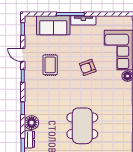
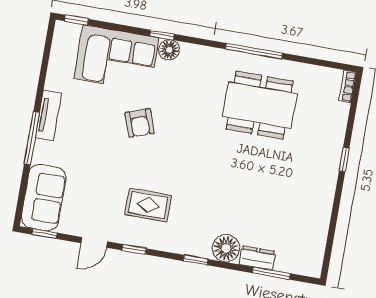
sofa: (53, 25) -> (44, 197), moved
rug: (50, 65) -> (148, 205), moved
dining table: (82, 126) -> (260, 105), moved

